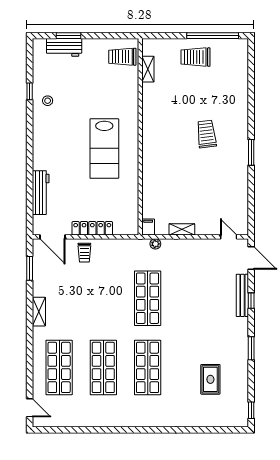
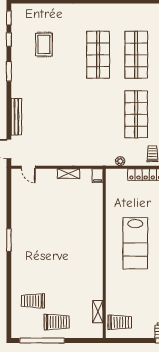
trolley: (206, 134) -> (33, 301), moved, turned 97
lab bench: (104, 149) -> (135, 243), turned 180
plant: (155, 244) -> (120, 161), moved
shop shelf: (148, 298) -> (136, 114), moved
window: (251, 301) -> (9, 40), moved

